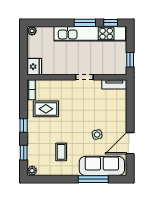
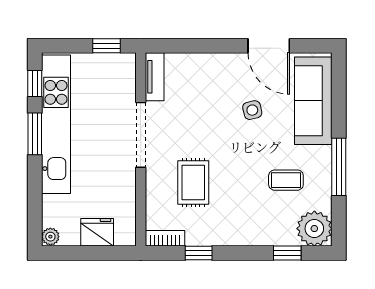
fridge: (34, 67) -> (97, 232), moved
doorway: (84, 77) -> (141, 135), width x1.87
rug: (46, 109) -> (193, 182), moved
window: (24, 126) -> (199, 253), moved
plant: (32, 171) -> (314, 229), width x1.88, depth x1.88
window: (93, 179) -> (339, 167), moved

